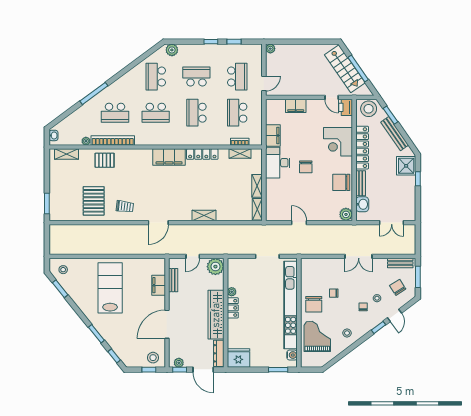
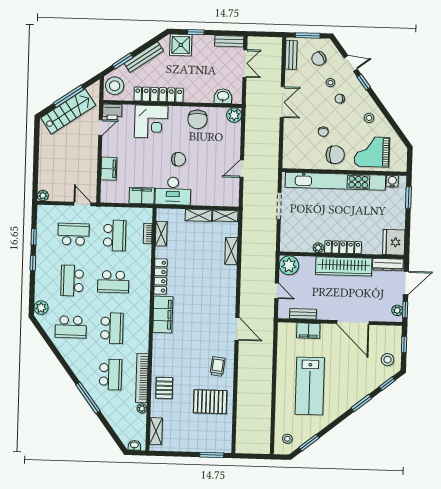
school desk: (237, 113) -> (115, 235), turned -90
bench: (361, 183) -> (229, 41), moved
shelving: (204, 216) -> (231, 251), moved
lab bench: (110, 288) -> (310, 386), turned -90
locker: (233, 308) -> (343, 247), width x1.53
stool: (153, 358) -> (388, 360), moved

